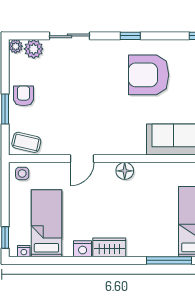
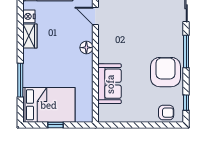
window: (130, 36) -> (186, 51), width x2.17
armchair: (149, 75) -> (165, 72), moved

